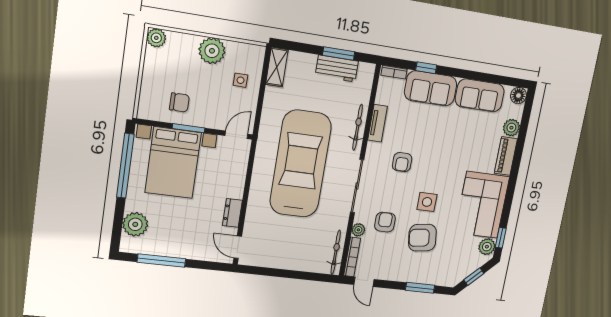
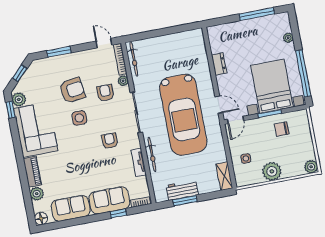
armchair: (385, 222) -> (105, 93), turned 180
plant: (135, 224) -> (288, 38), width x0.53, depth x0.53
door: (238, 247) -> (219, 105), moved

